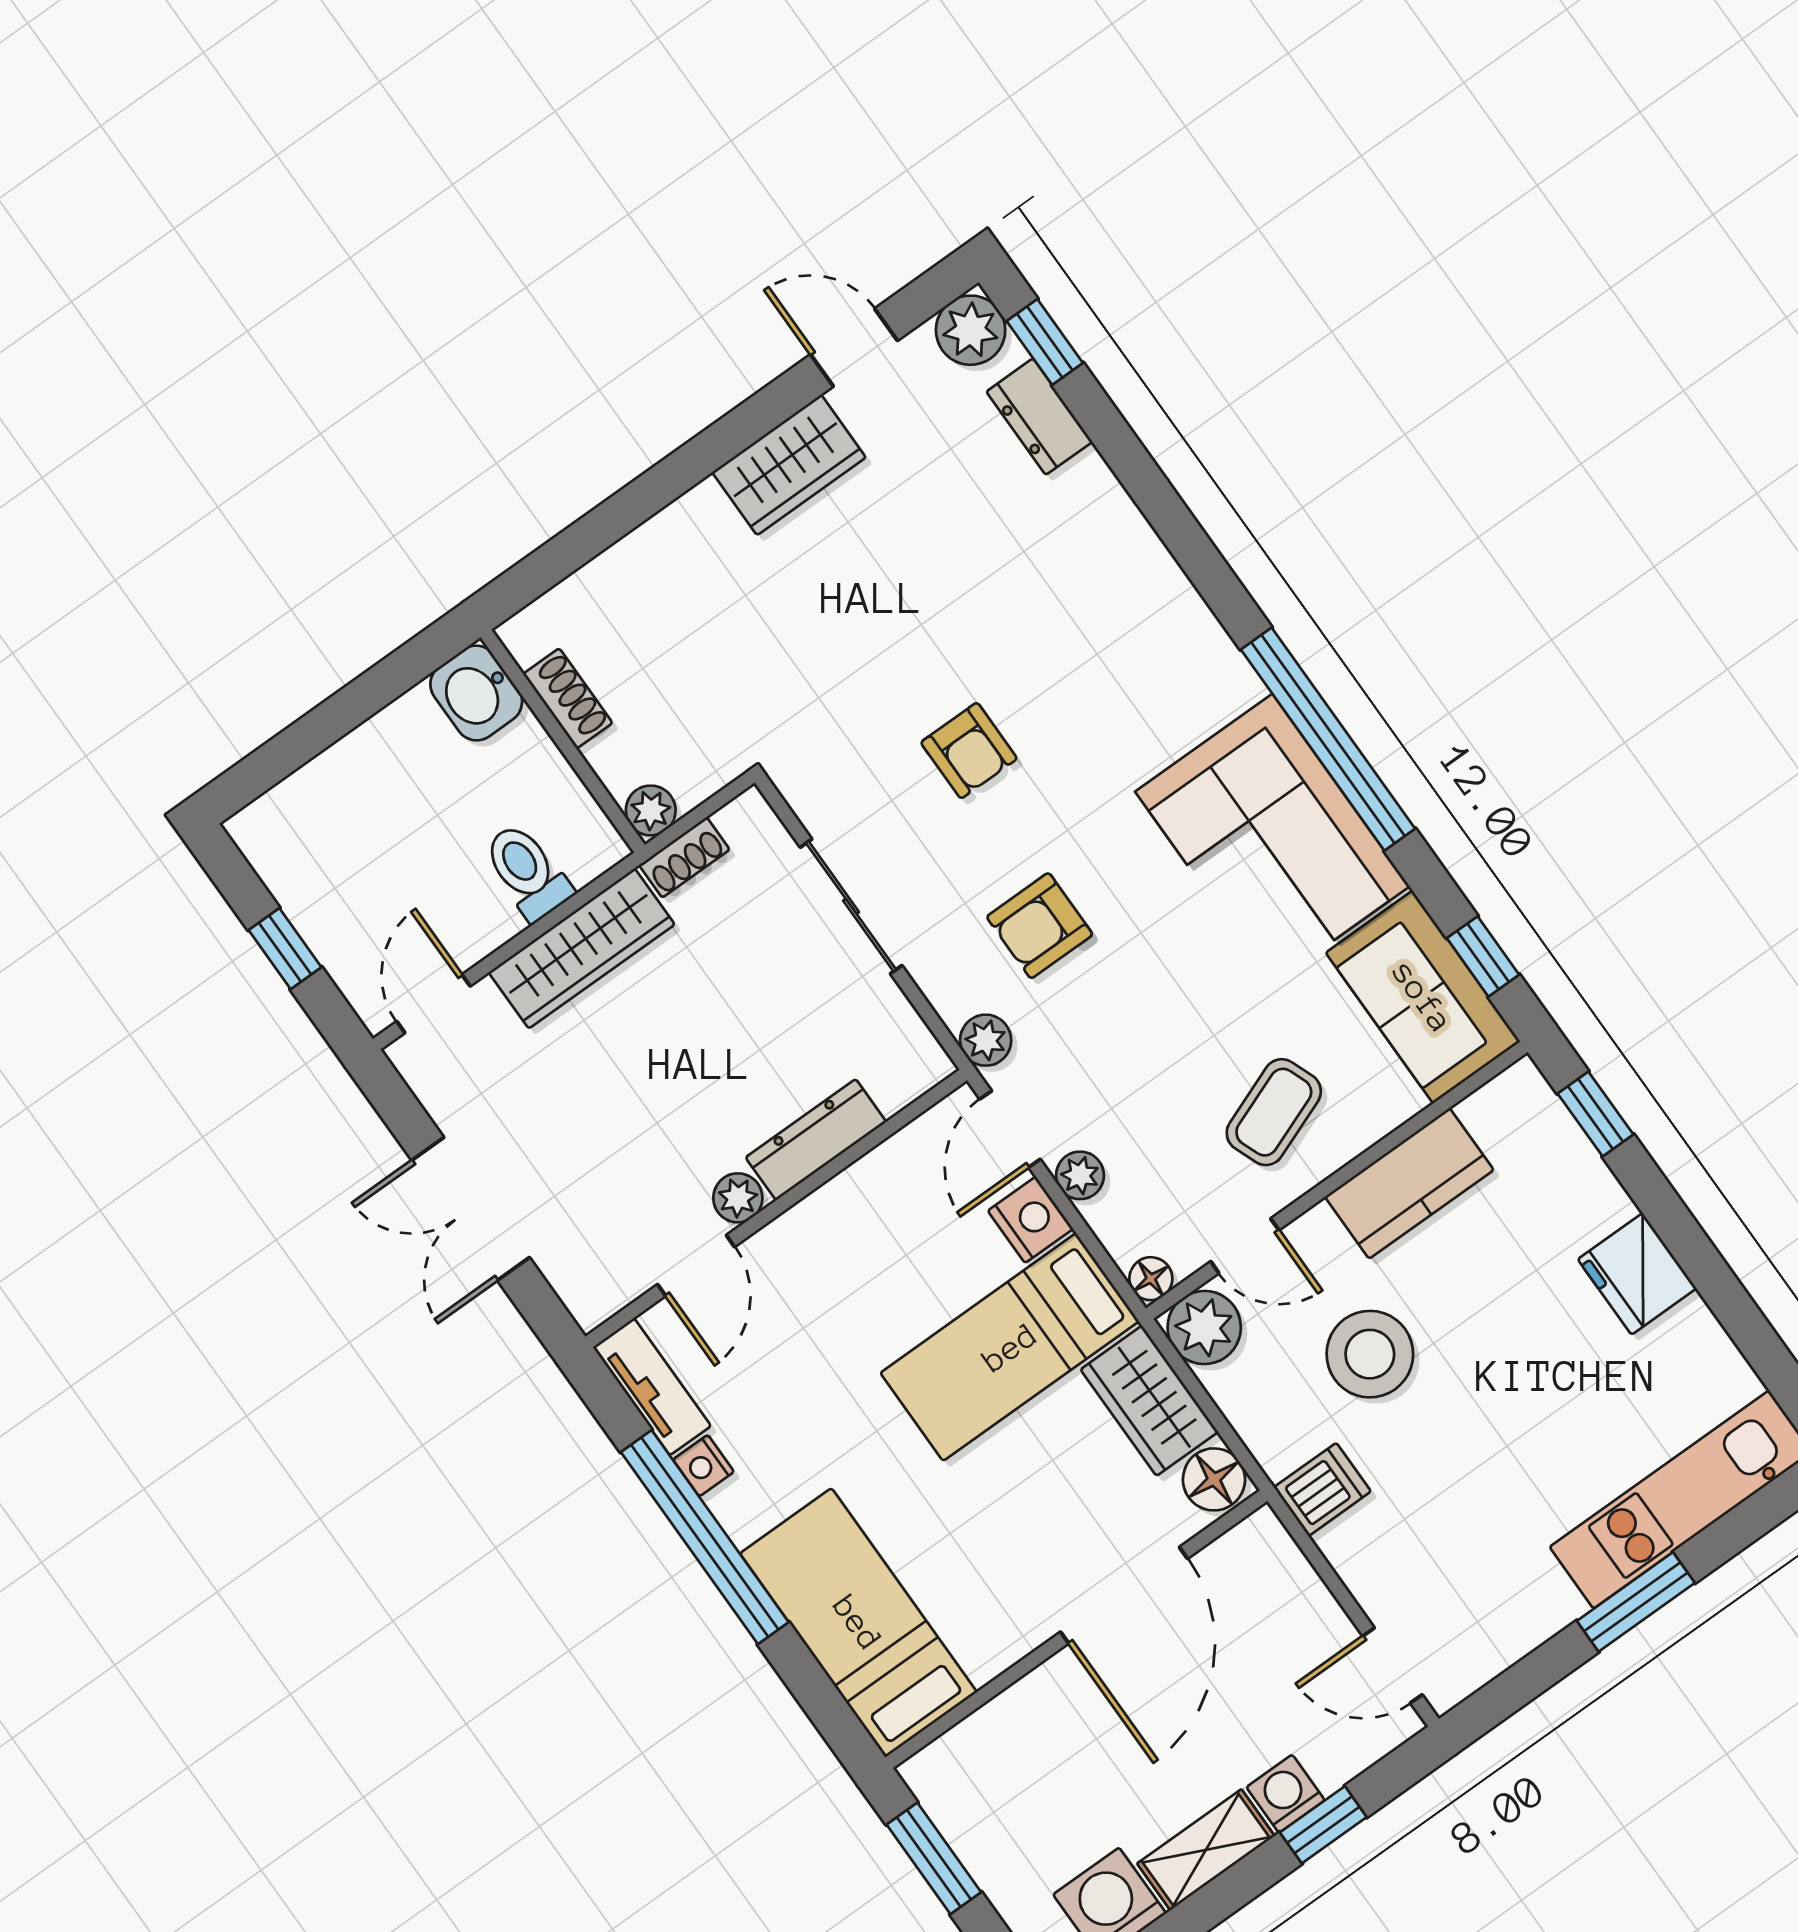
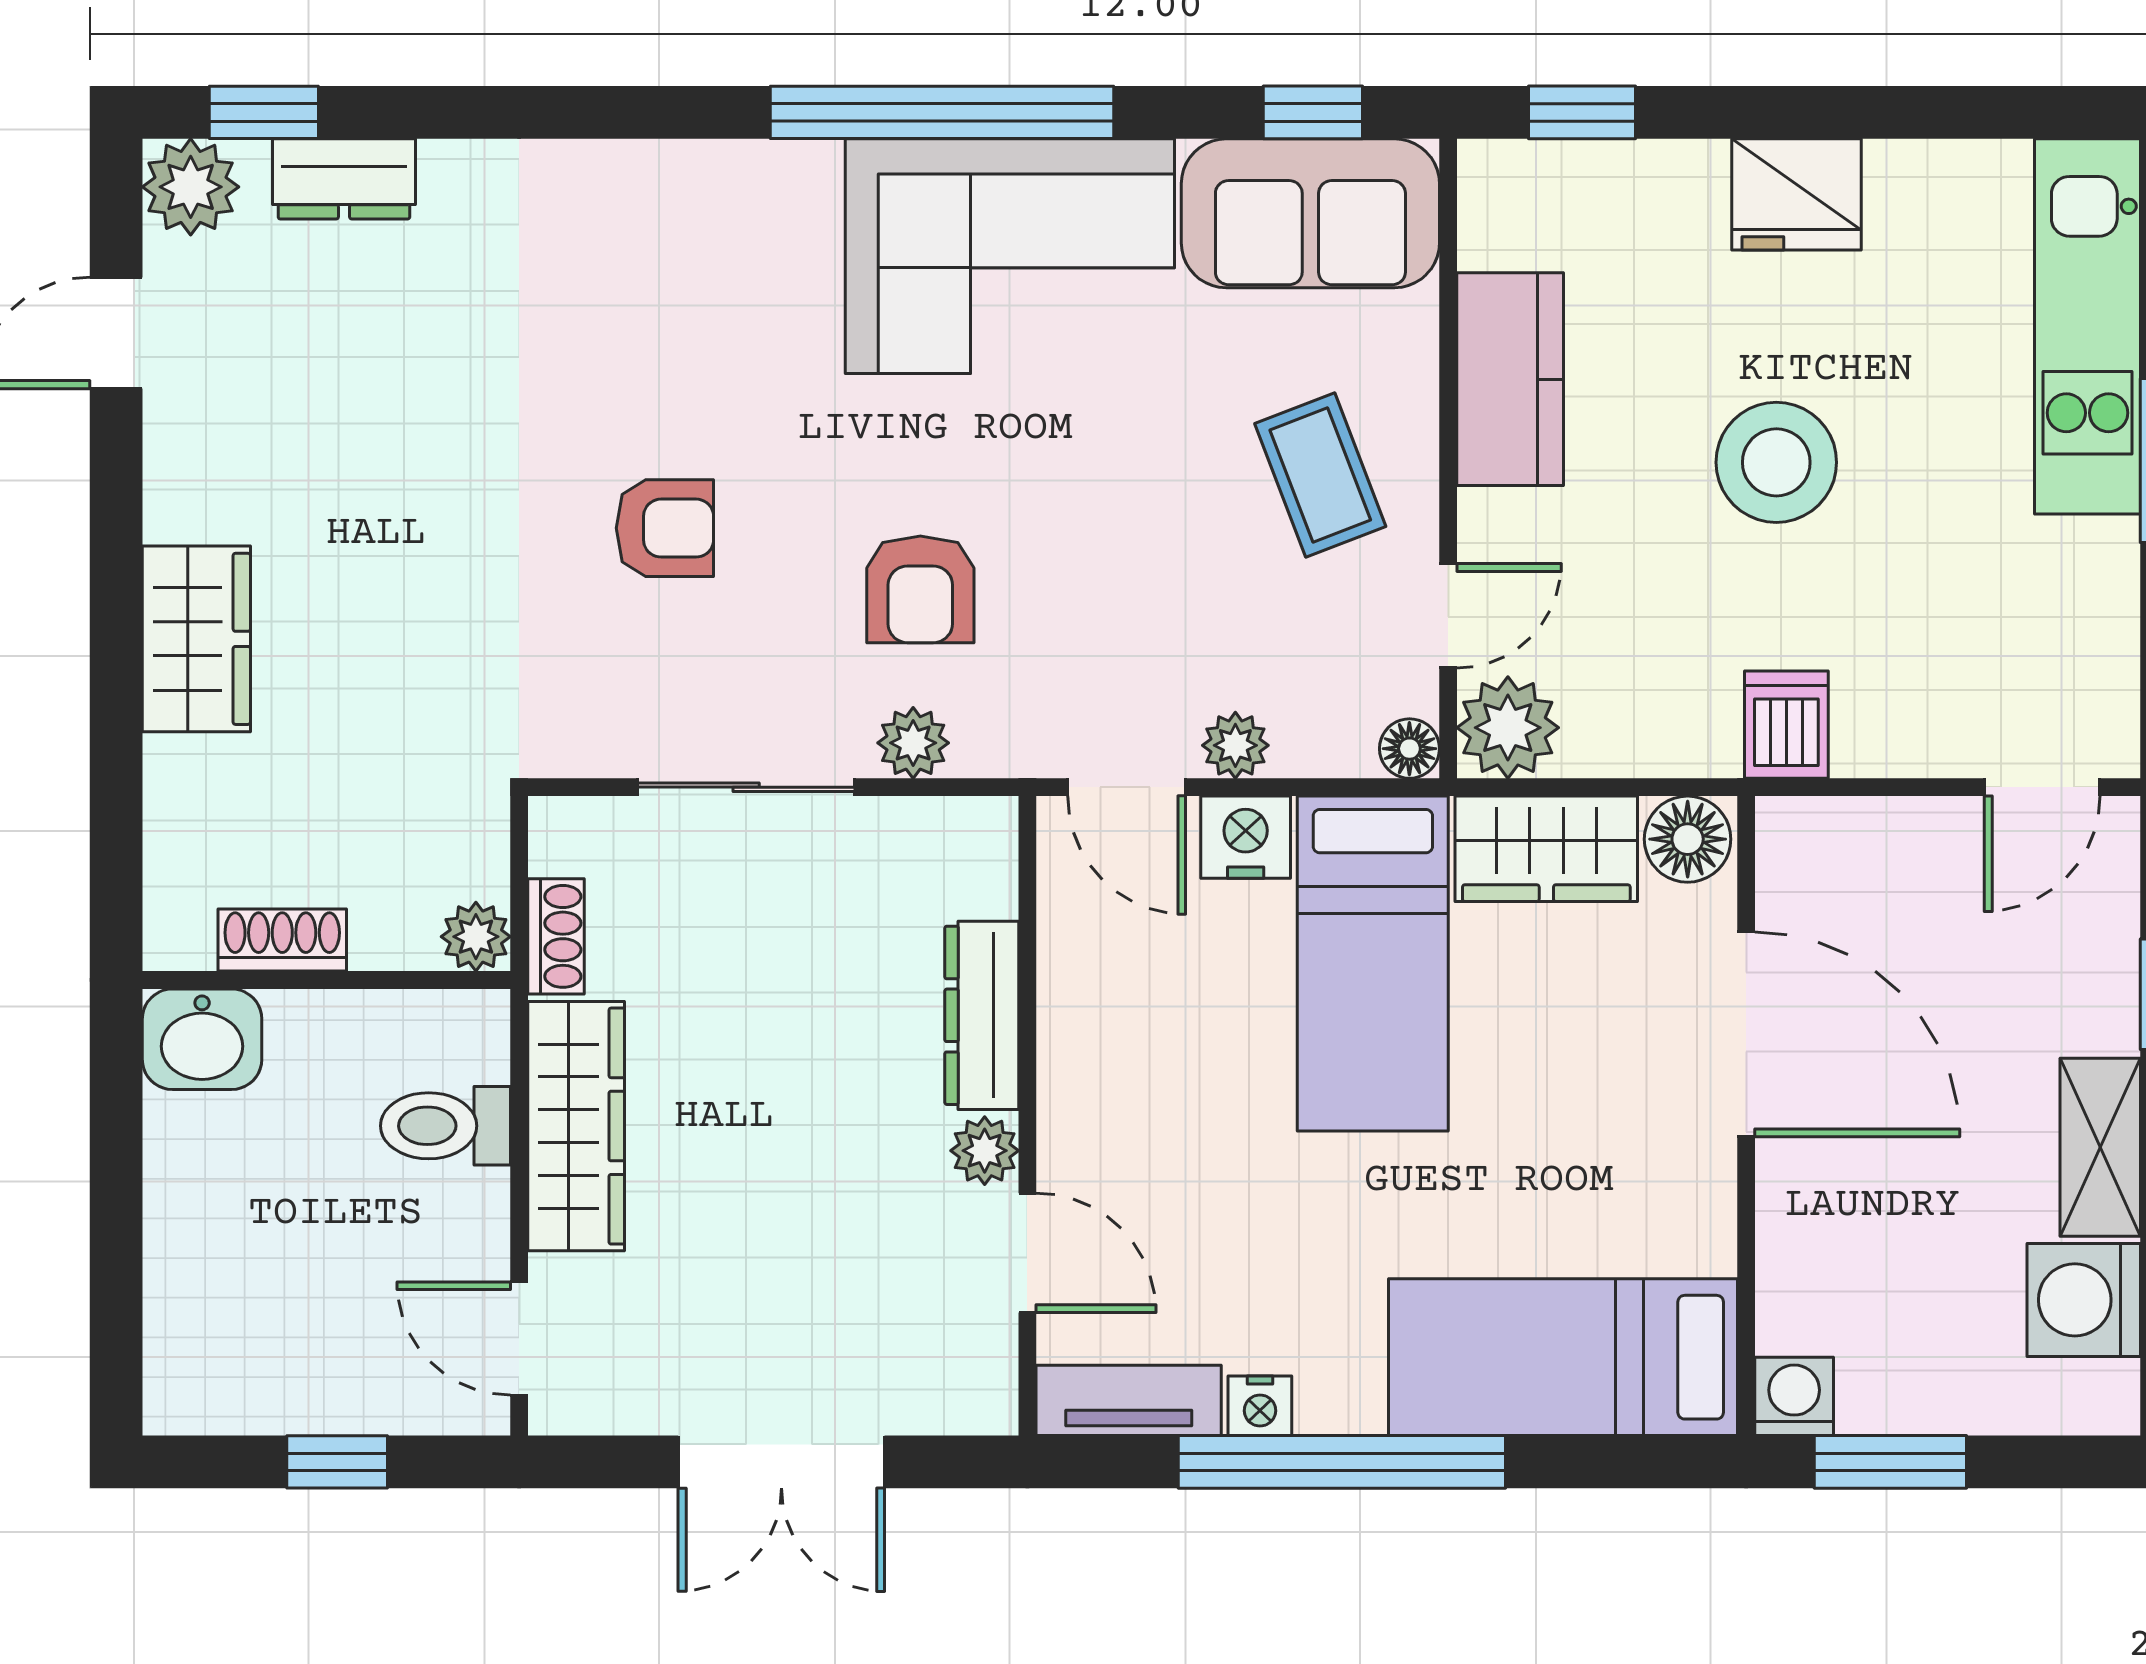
wardrobe: (789, 465) -> (196, 639), moved
plant: (986, 1040) -> (913, 743), moved
stool: (1370, 1354) -> (1776, 462), moved
washing machine: (1286, 1794) -> (1794, 1396), moved, turned 90

